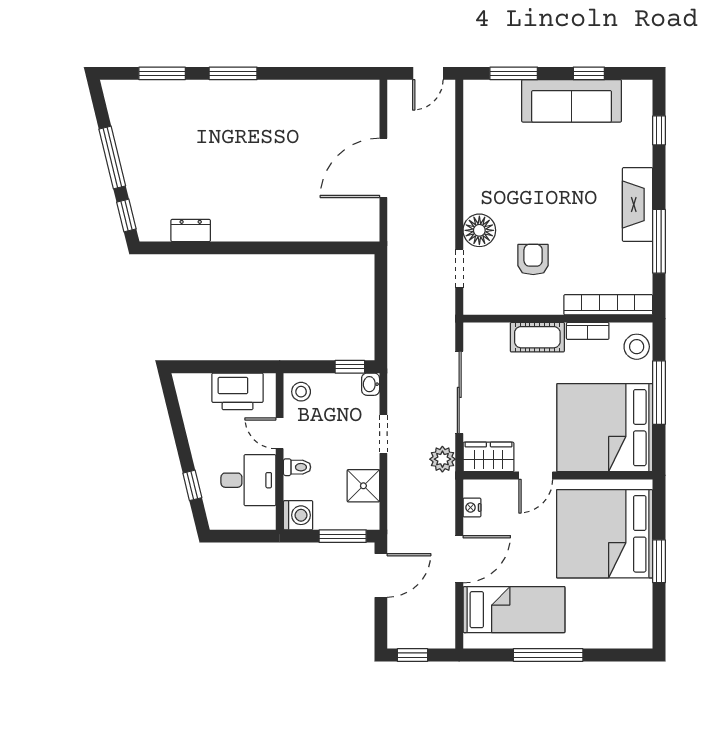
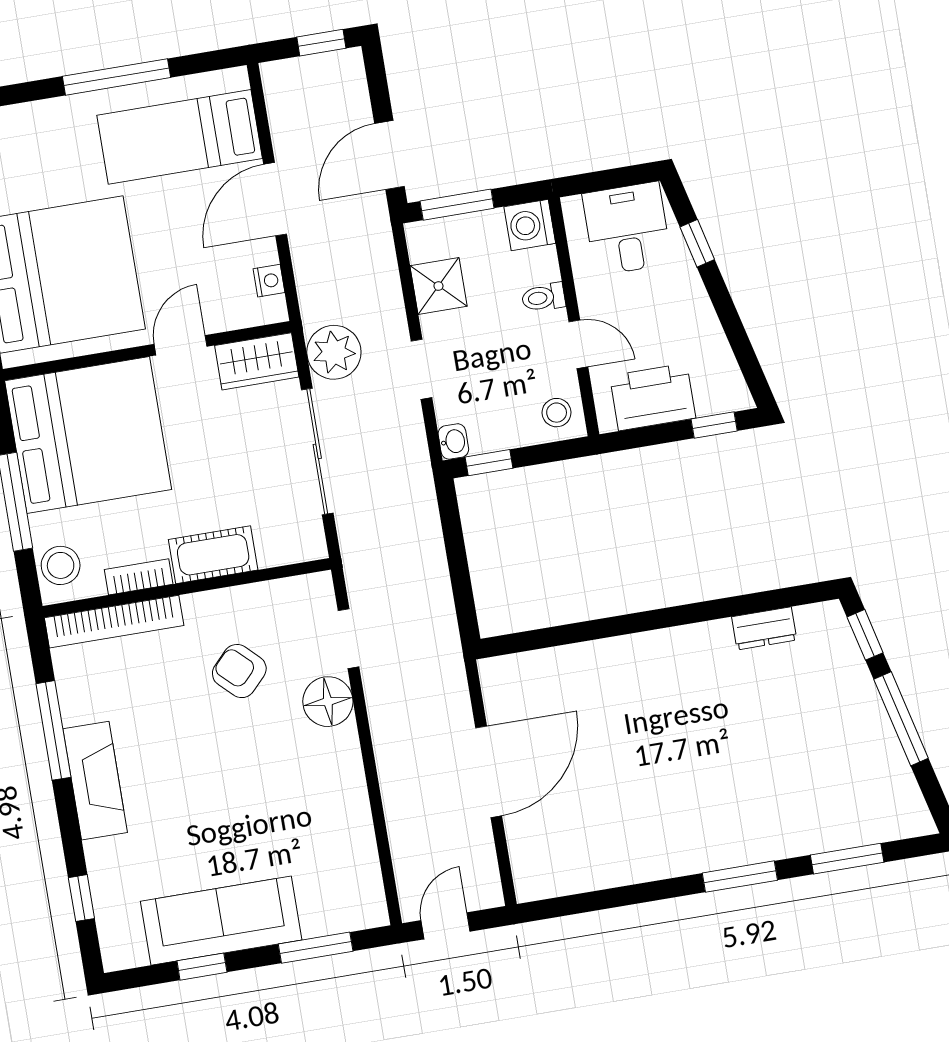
armchair: (533, 260) -> (239, 671), turned 134
window: (201, 367) -> (714, 425), added
plant: (442, 459) -> (334, 352), width x1.36, depth x1.36
desk: (248, 480) -> (627, 229), moved, turned 90

